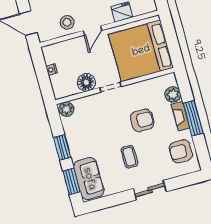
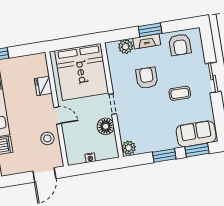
window: (193, 118) -> (150, 30), width x0.69

